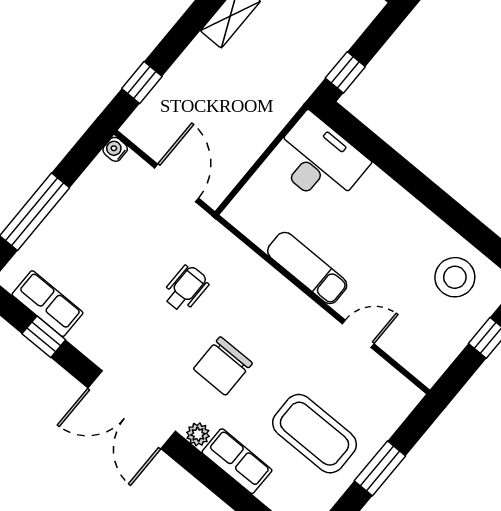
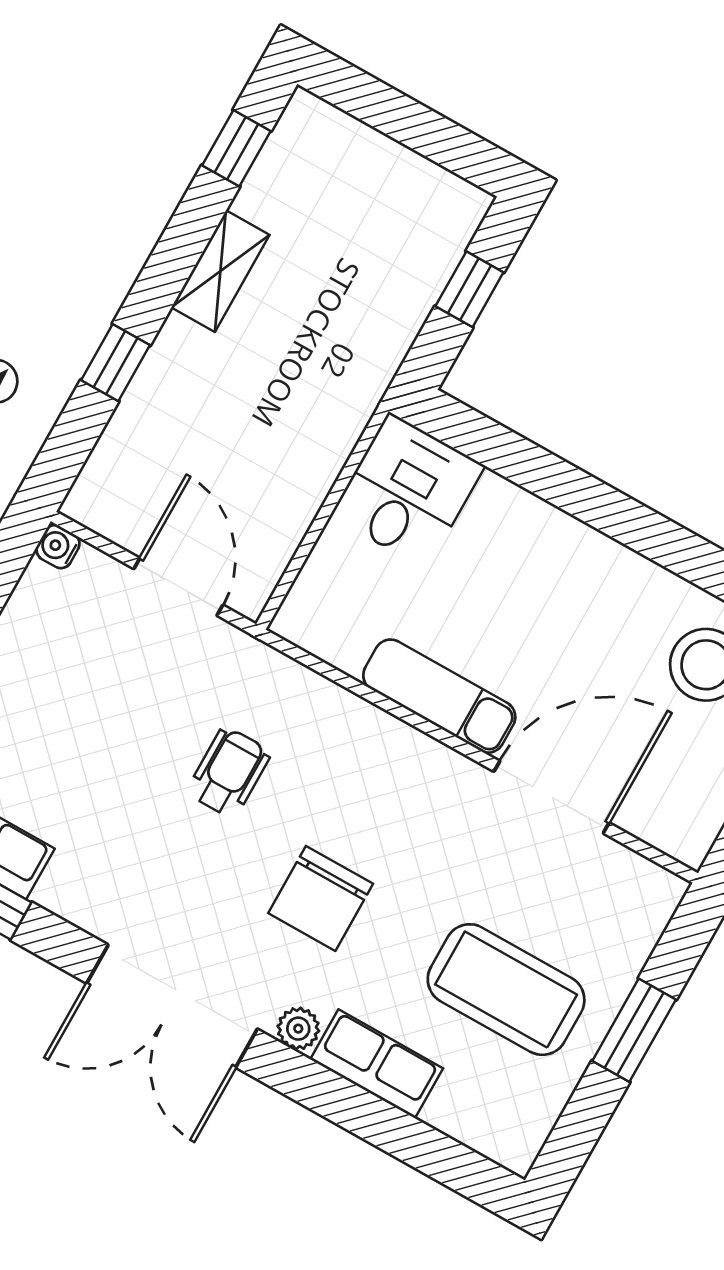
window: (345, 72) -> (469, 289), moved
window: (142, 82) -> (116, 363), moved
desk: (319, 161) -> (408, 491), width x0.73
door: (358, 334) -> (552, 797), width x1.88

